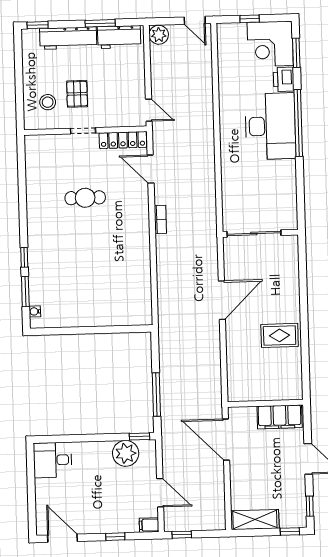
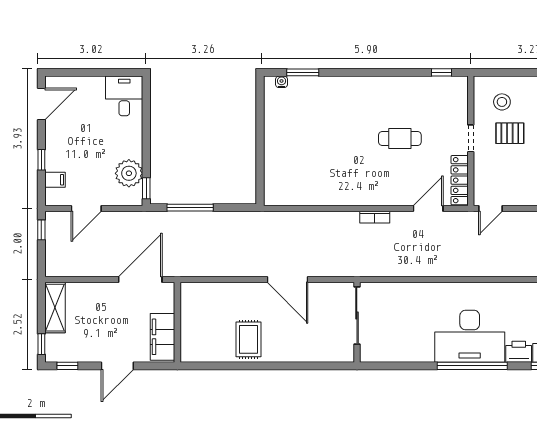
cafe table: (85, 198) -> (400, 139), turned 90
window: (24, 257) -> (442, 72), moved
filing cabinet: (149, 525) -> (55, 180), moved, turned 90

